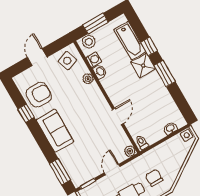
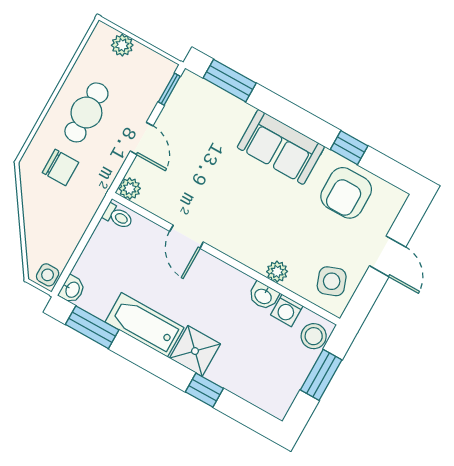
bathtub: (130, 41) -> (144, 325), moved
window: (165, 74) -> (92, 327), moved
washbasin: (170, 128) -> (72, 289), moved

